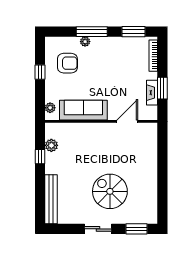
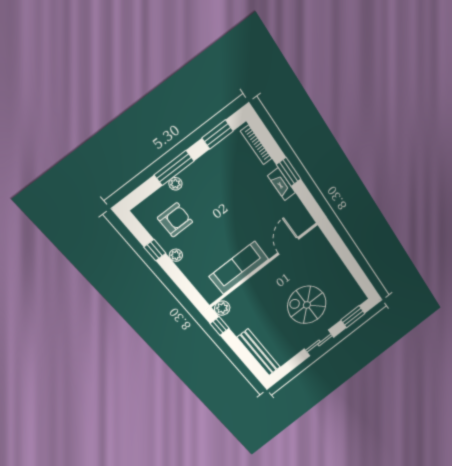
plant: (50, 108) -> (176, 255), moved
sofa: (83, 110) -> (239, 268), moved
wall: (101, 121) -> (264, 265), moved
door: (127, 121) -> (288, 246), moved

